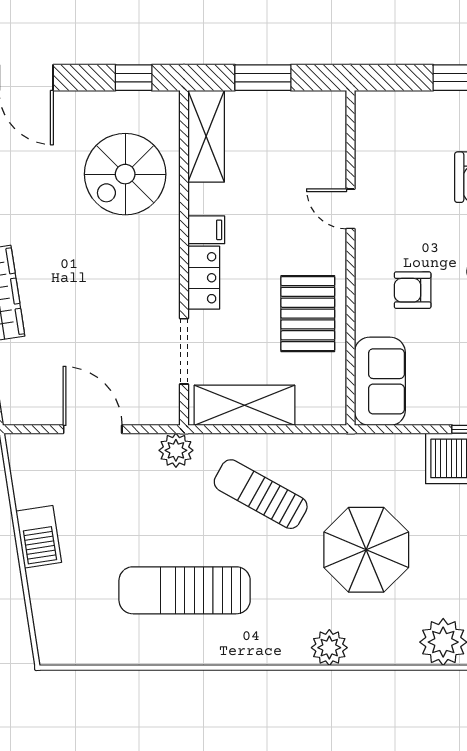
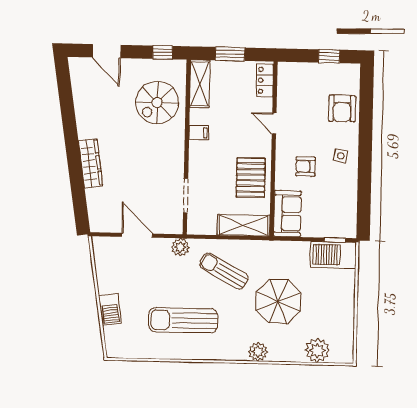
locker: (204, 278) -> (265, 80), moved, turned 180
shelving: (244, 405) -> (244, 225), moved
barbecue: (39, 537) -> (110, 309), moved

